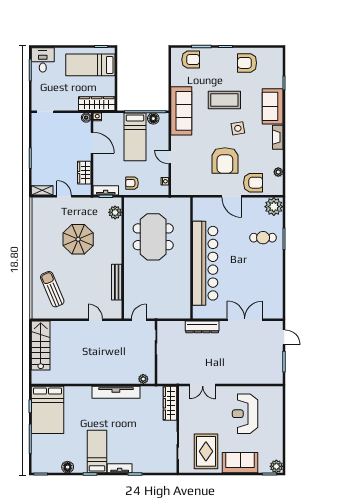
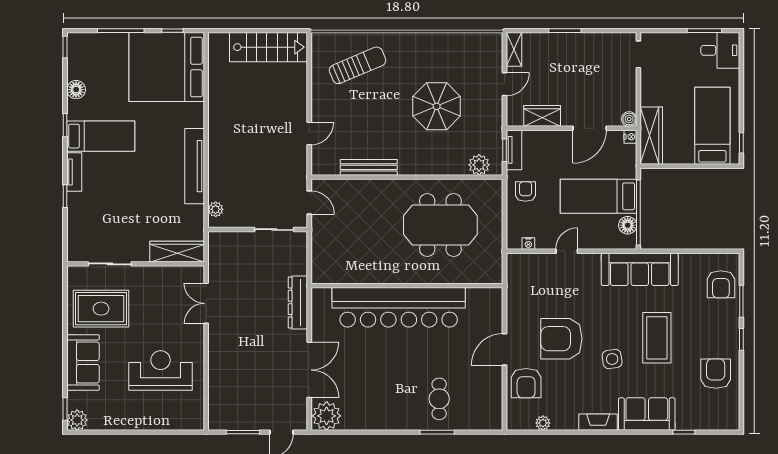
plant: (274, 207) -> (327, 416), moved
bed: (47, 410) -> (167, 67), width x1.36

